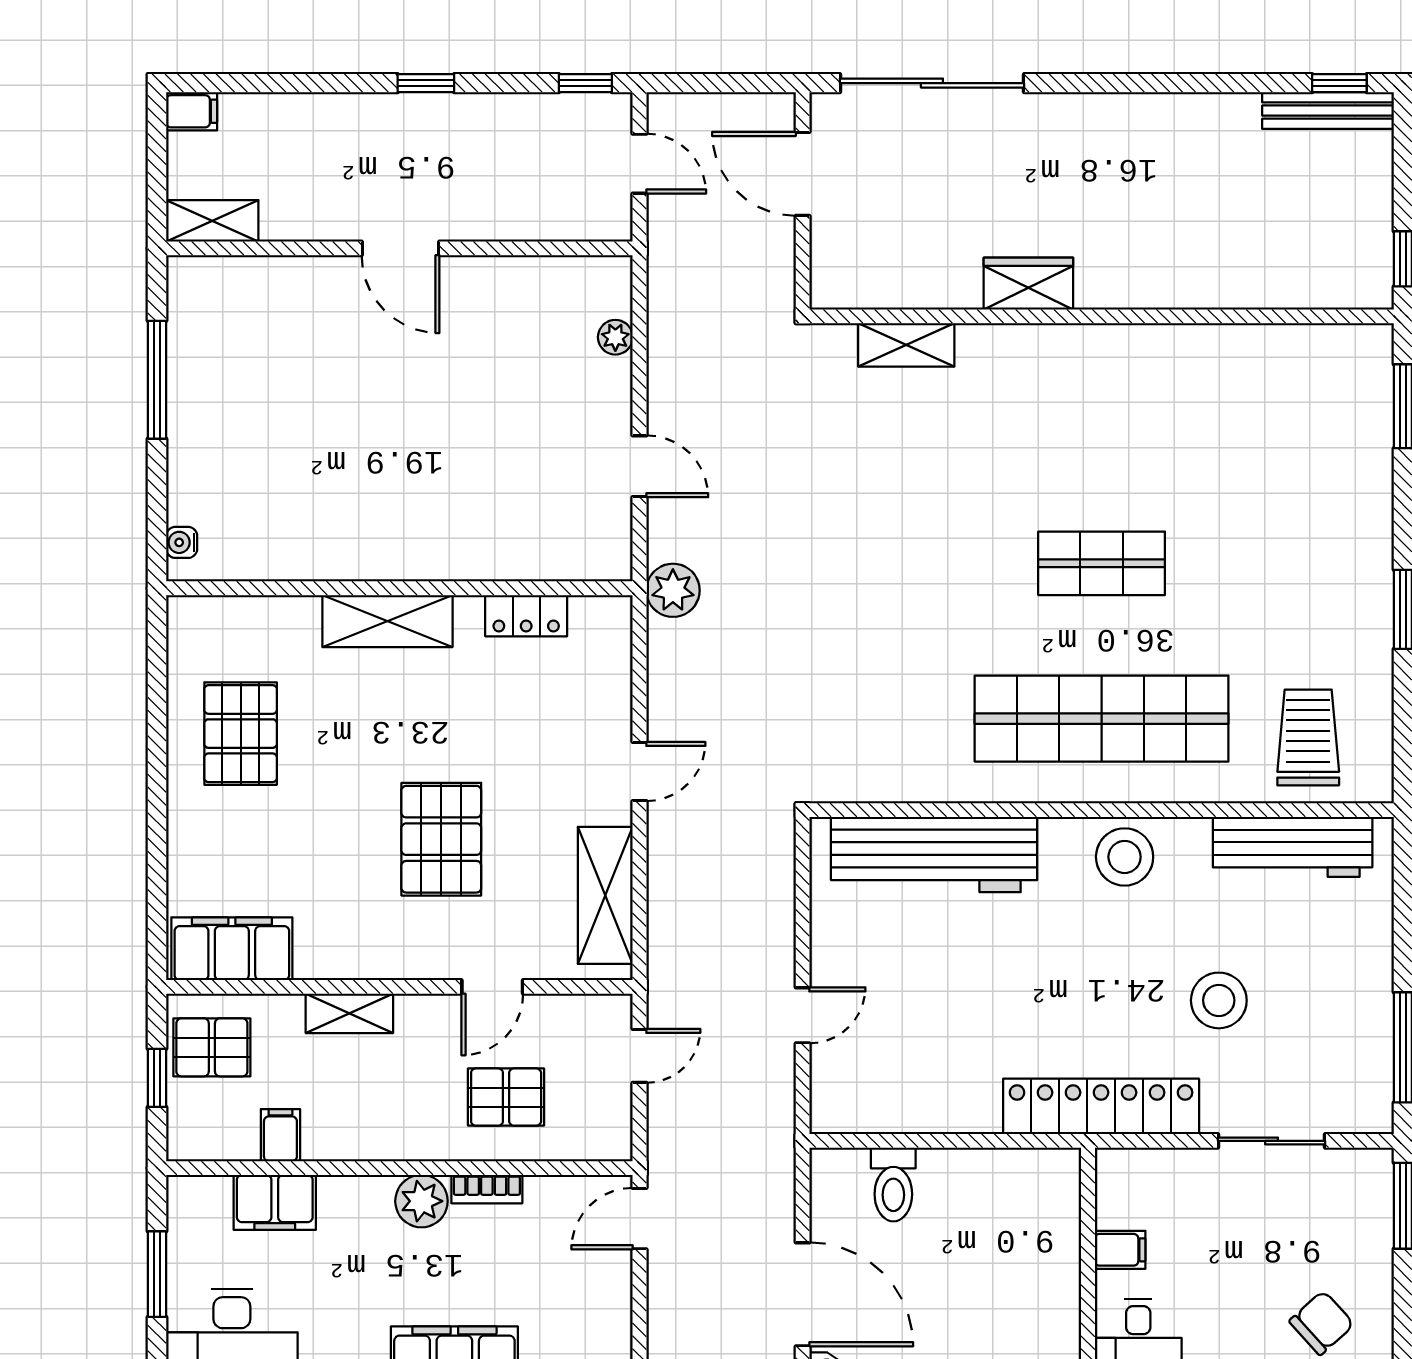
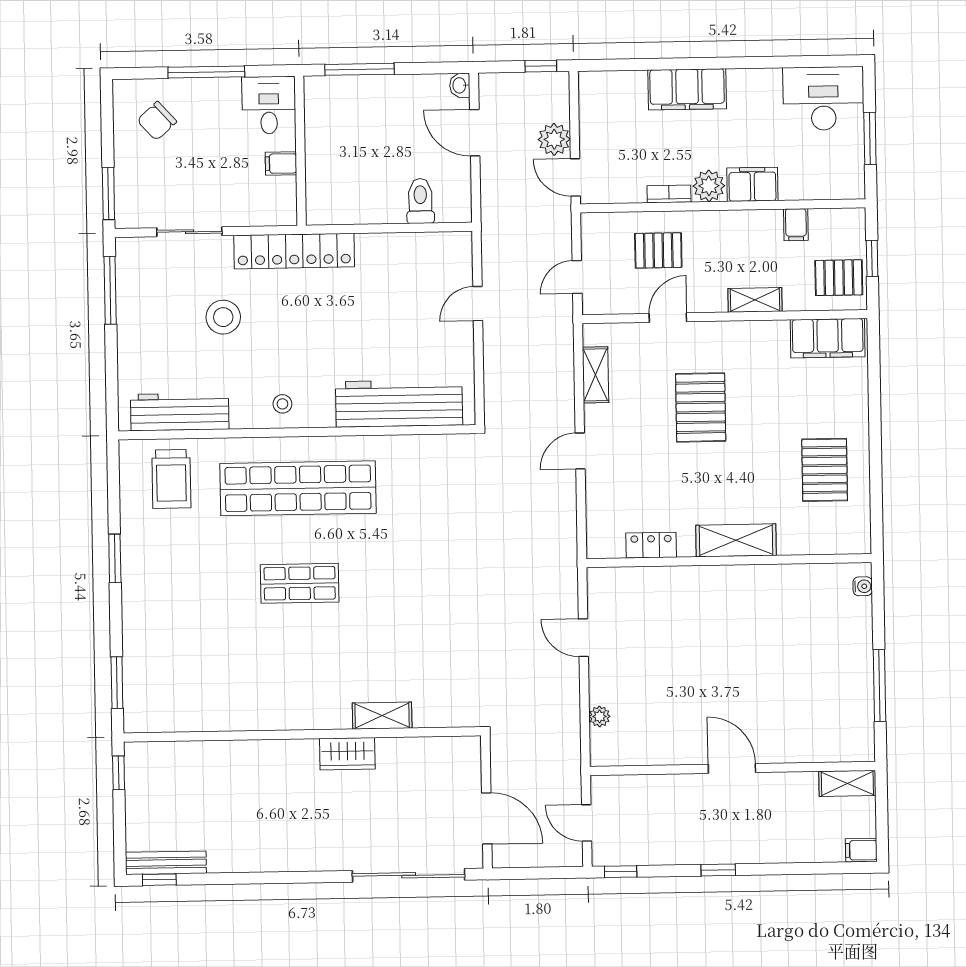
shelving: (906, 345) -> (382, 716), moved
plant: (673, 590) -> (554, 139), moved
stool: (1125, 857) -> (282, 404), width x0.53, depth x0.53
shelving: (605, 895) -> (596, 375), width x0.67, depth x0.75
filing cabinet: (275, 1202) -> (752, 184), moved
door: (639, 1219) -> (575, 177), swing flipped
door: (803, 1294) -> (475, 133), width x0.73

